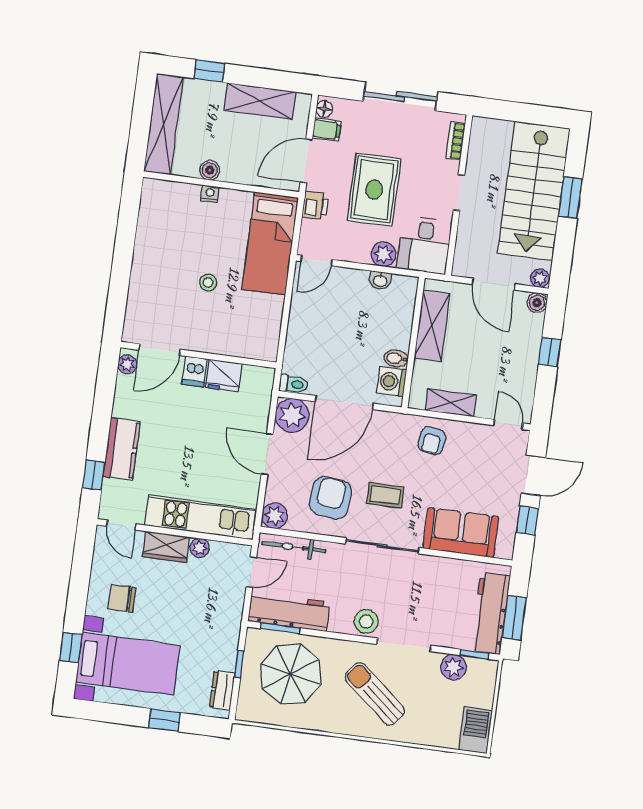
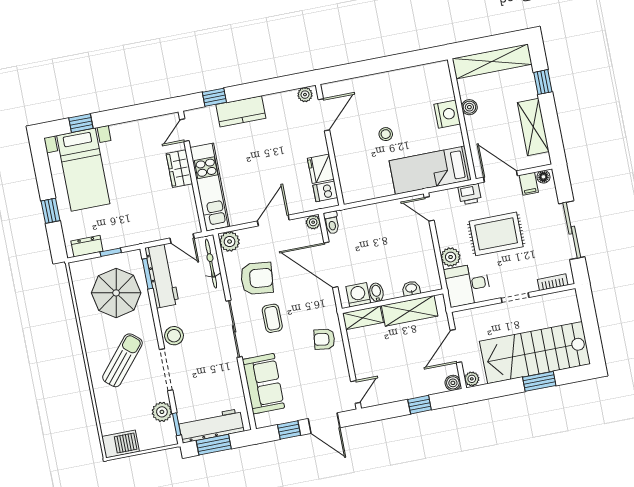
nightstand: (210, 194) -> (447, 114), width x1.89, depth x1.79
washbasin: (380, 280) -> (411, 288), moved, turned 90
door: (160, 350) -> (324, 115), swing flipped
dishwasher: (195, 371) -> (325, 191), moved
shelving: (451, 403) -> (363, 318), moved, turned 90
plant: (292, 415) -> (313, 222), width x0.53, depth x0.53
plant: (200, 548) -> (187, 194), removed
chair: (122, 598) -> (130, 149), removed

